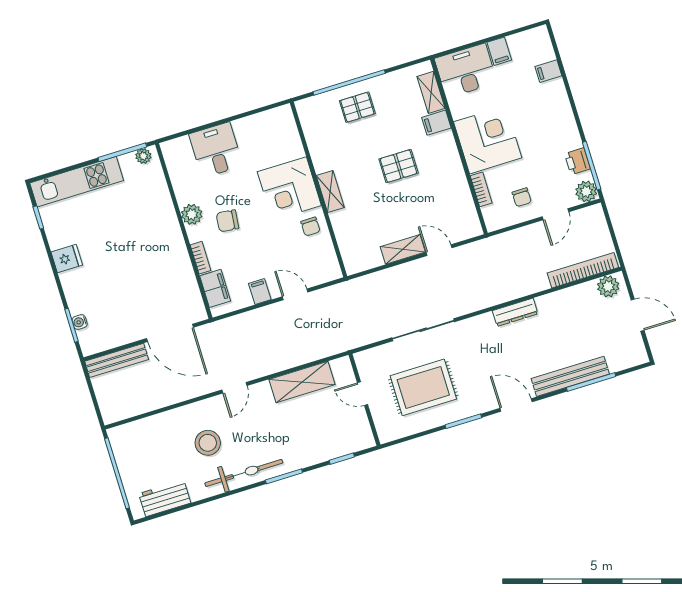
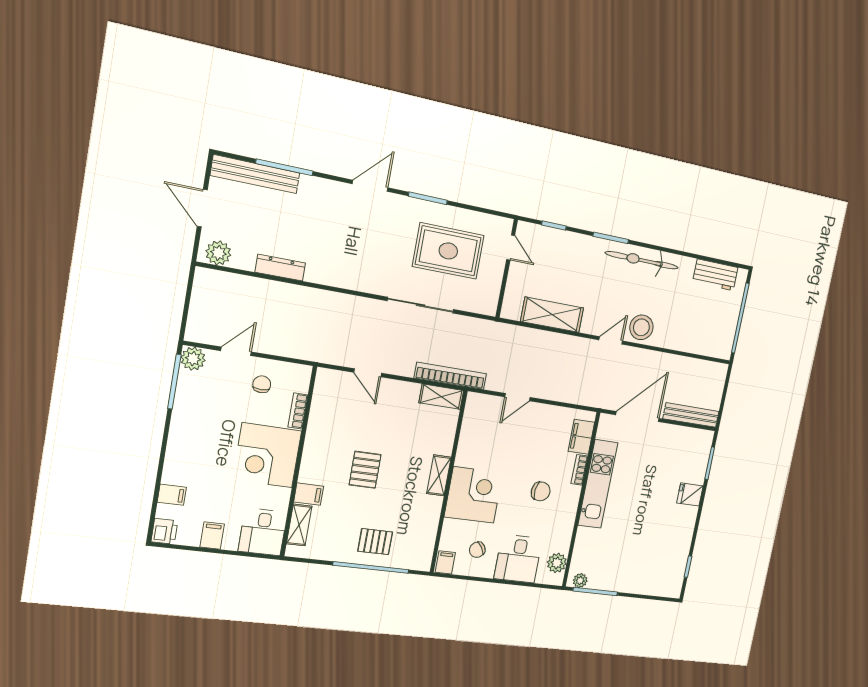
desk: (466, 71) -> (263, 532), width x0.73
printer: (577, 161) -> (164, 531), moved
pallet: (399, 166) -> (365, 470), turned 90
kitchen unit: (77, 182) -> (598, 484), moved, turned 90
plant: (192, 214) -> (557, 563), moved
chair: (310, 227) -> (477, 550), moved, turned -124
shelving: (403, 249) -> (441, 397), moved
fridge: (67, 259) -> (690, 494), moved
bookcase: (583, 270) -> (450, 376), moved, turned 180
filing cabinet: (260, 291) -> (445, 562), moved, turned 180
door: (295, 294) -> (517, 397), hinge flipped
dresser: (515, 312) -> (280, 268), moved
water cooler: (80, 322) -> (702, 463), removed
door: (170, 333) -> (638, 417), hinge flipped
bench: (570, 376) -> (255, 174), moved
door: (363, 394) -> (511, 247), moved
door: (516, 405) -> (370, 186), swing flipped
stool: (208, 443) -> (641, 327), moved

